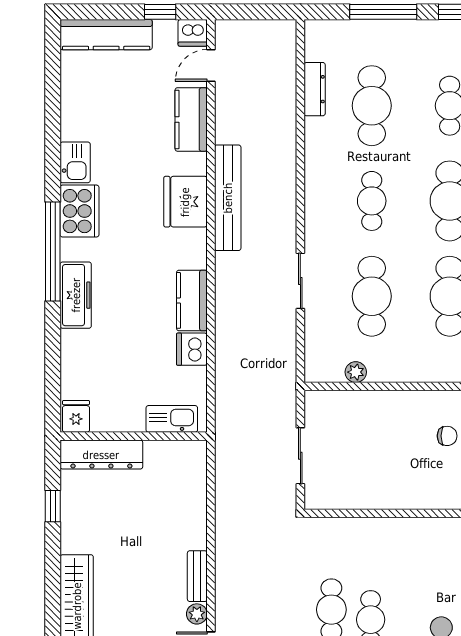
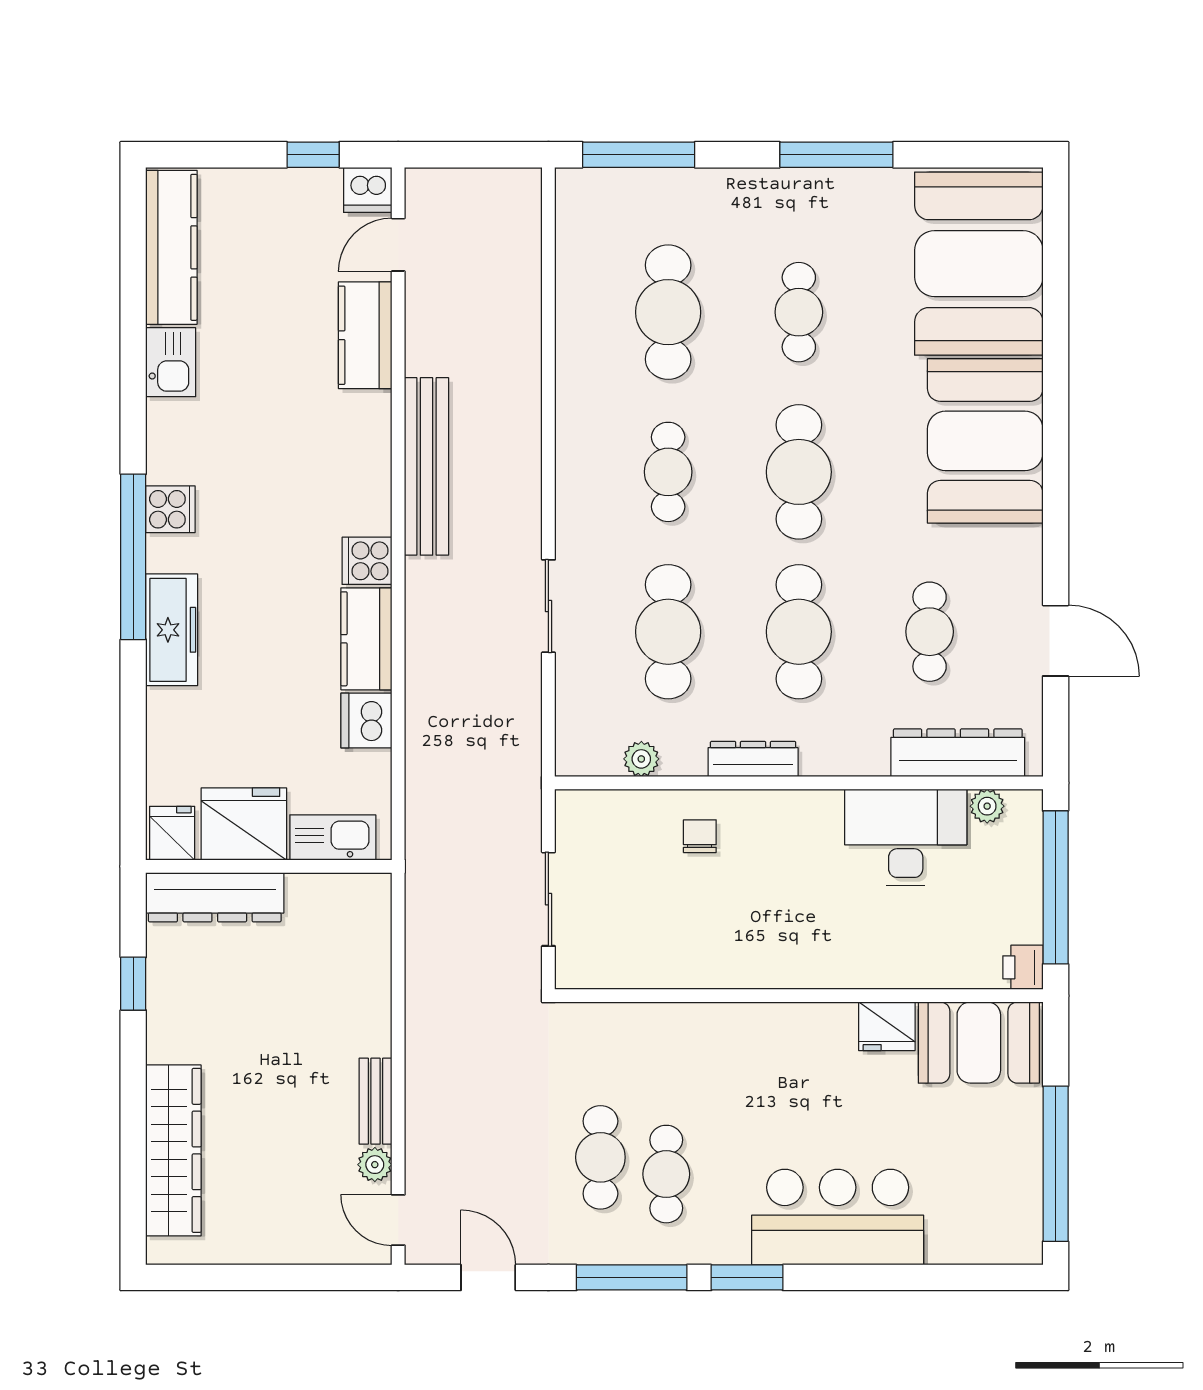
window: (383, 12) -> (639, 155), moved
kitchen counter: (106, 35) -> (171, 247), moved, turned -90
dresser: (315, 89) -> (753, 759), moved, turned -90
kitchen sink: (75, 162) -> (171, 362), moved
fridge: (185, 202) -> (244, 824), moved, turned 90
cooker: (79, 211) -> (170, 509), width x0.53, depth x0.76
cooker: (192, 254) -> (367, 561), added
chair: (447, 436) -> (700, 836), moved, turned -90

